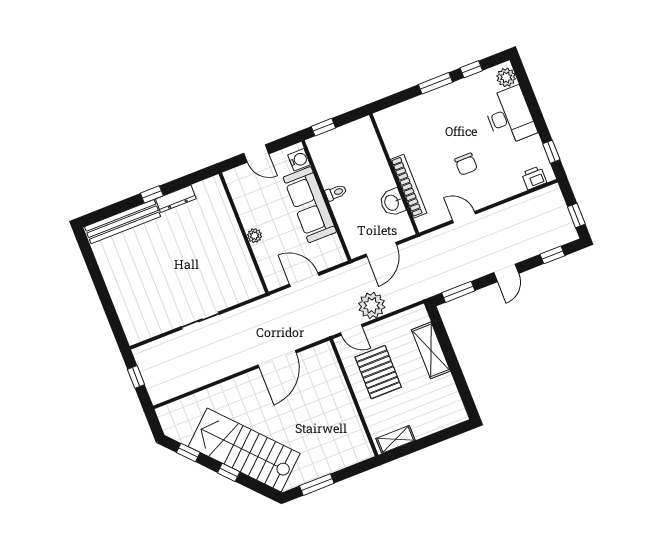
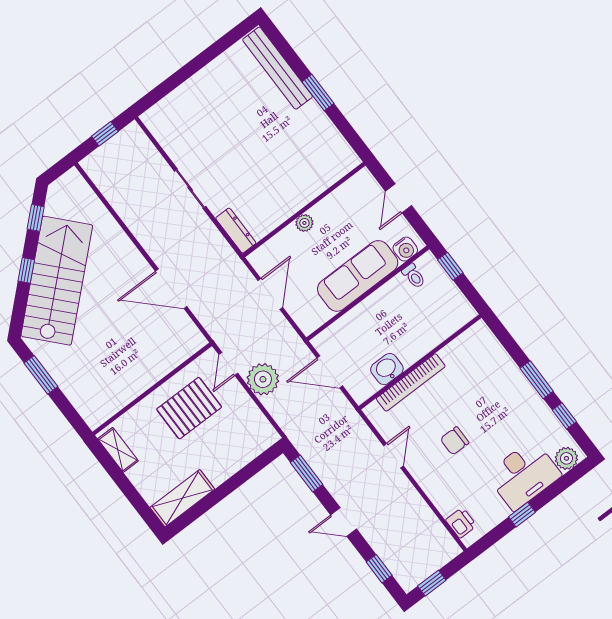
window: (551, 152) -> (522, 515), moved
toilet: (336, 193) -> (414, 276), moved
window: (152, 194) -> (318, 93), width x1.50
dresser: (176, 199) -> (236, 231), moved, turned 180
shelving: (431, 350) -> (182, 498), moved

